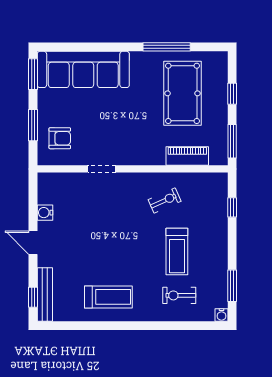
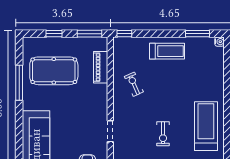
window: (232, 207) -> (124, 34), moved
treadmill: (177, 252) -> (167, 51), moved
exercise bike: (179, 295) -> (163, 134), moved
treadmill: (108, 297) -> (206, 126), width x1.37, depth x1.38

